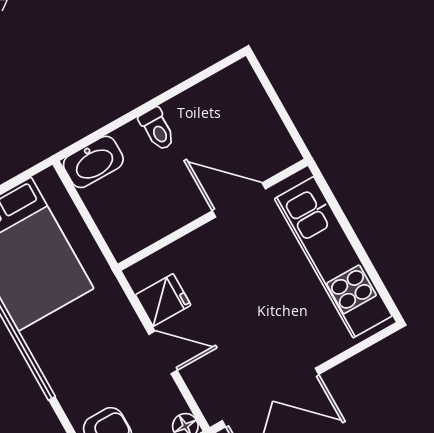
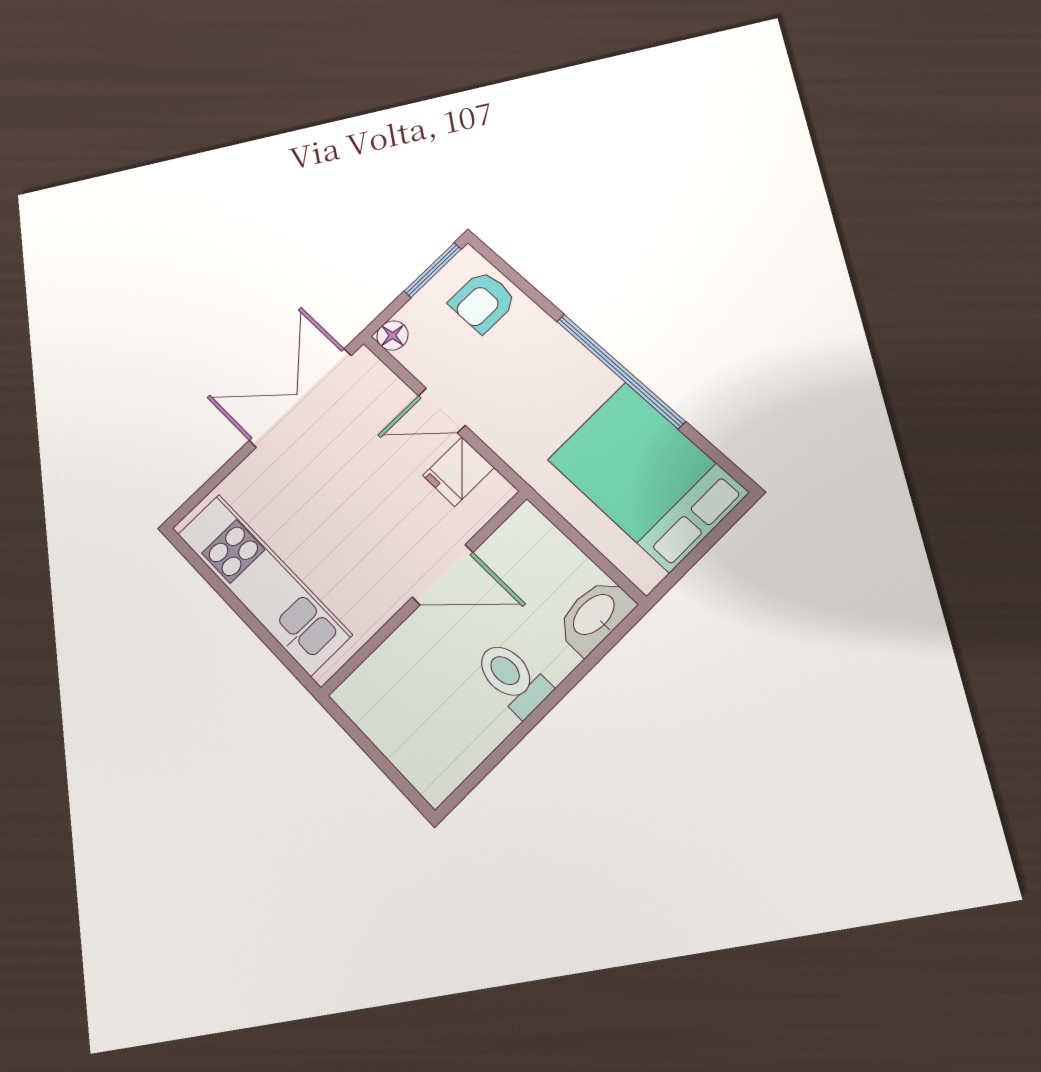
toilet: (157, 129) -> (513, 678), width x1.37, depth x1.39
door: (239, 200) -> (443, 575), moved

